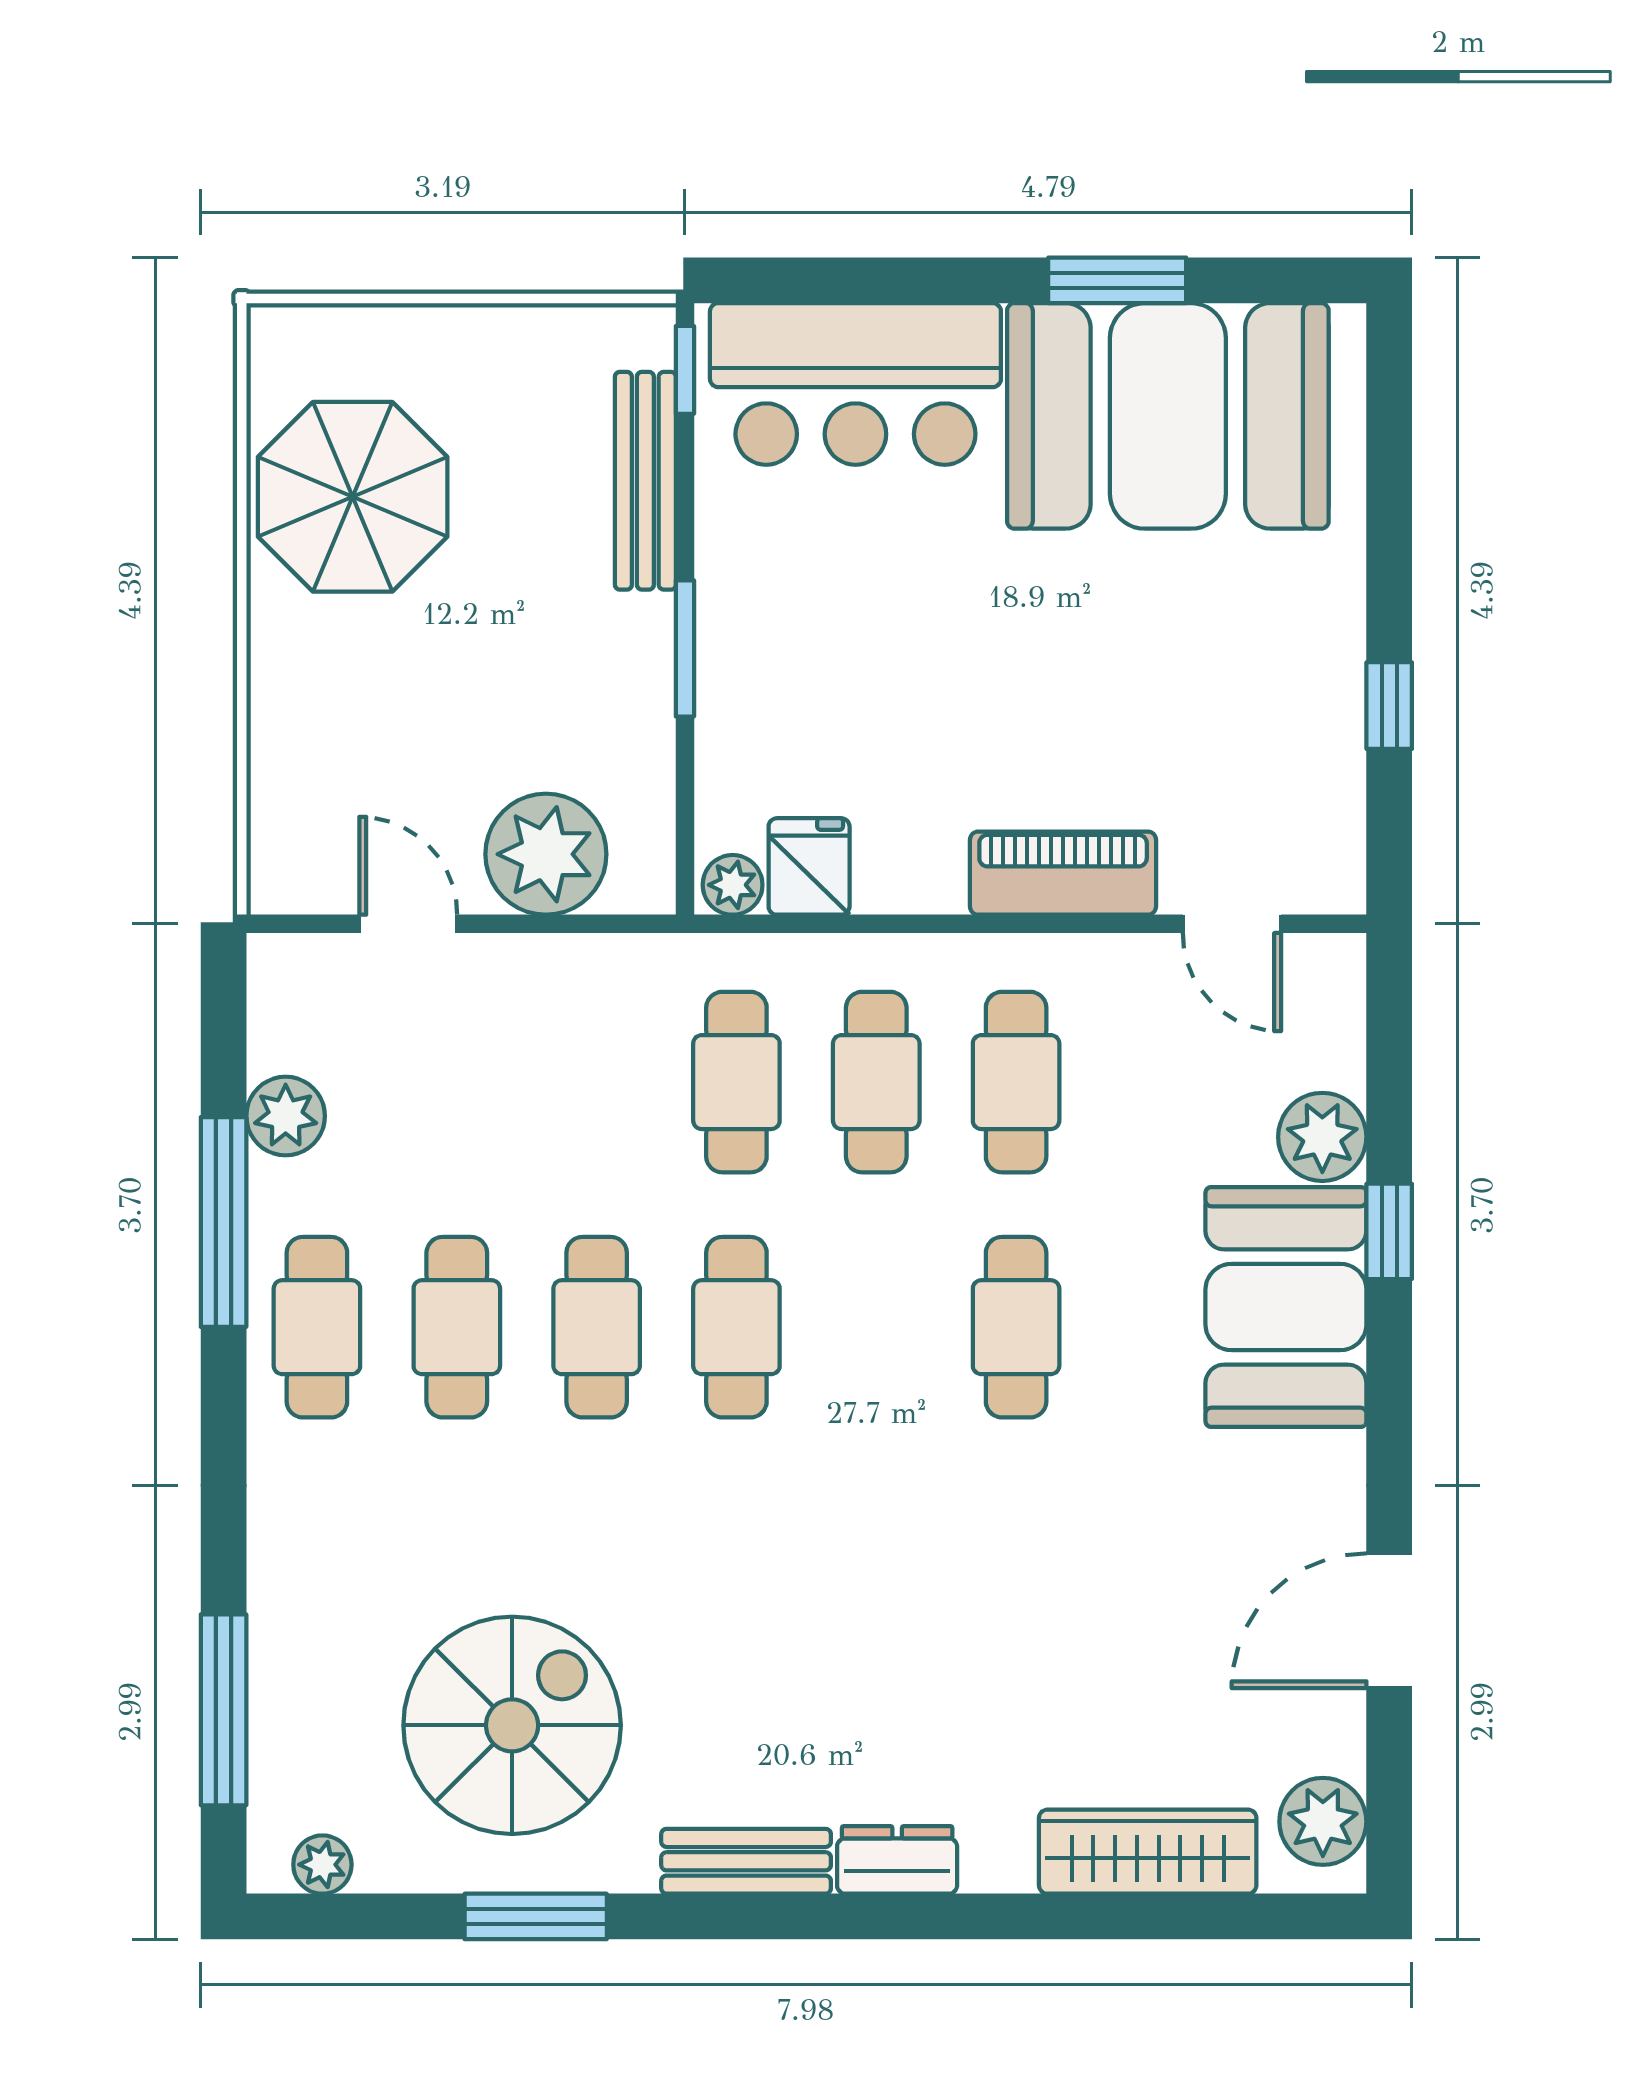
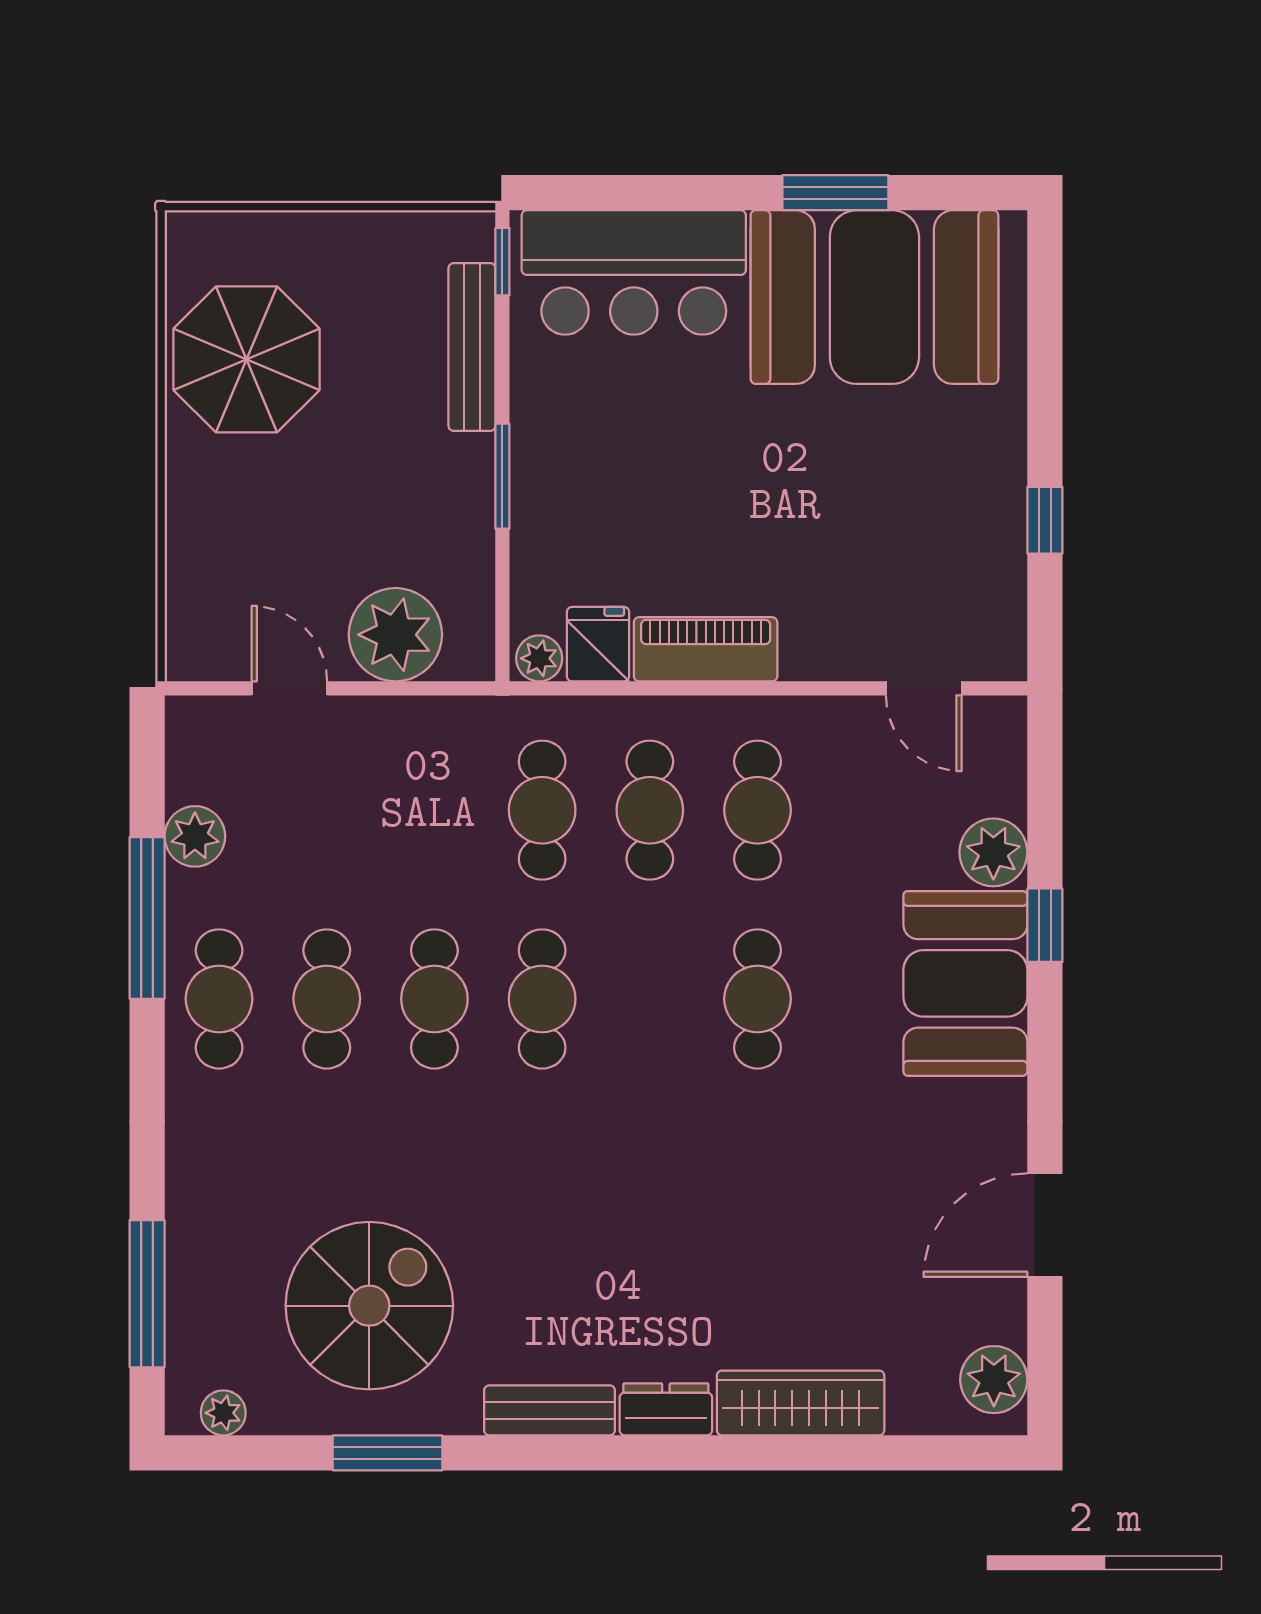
piano: (1063, 873) -> (706, 649), moved
wardrobe: (1148, 1852) -> (801, 1403), moved

